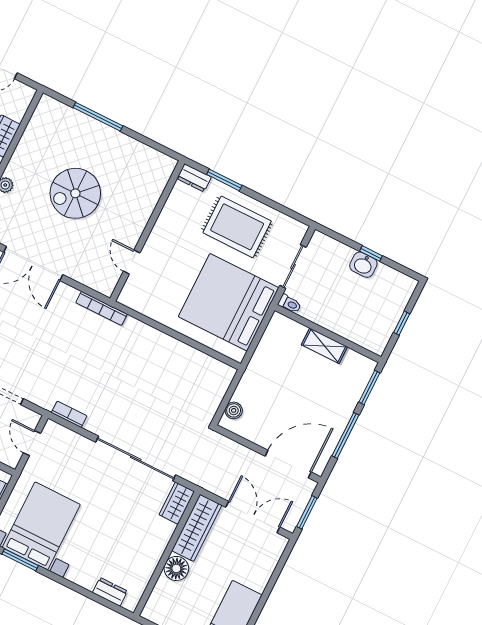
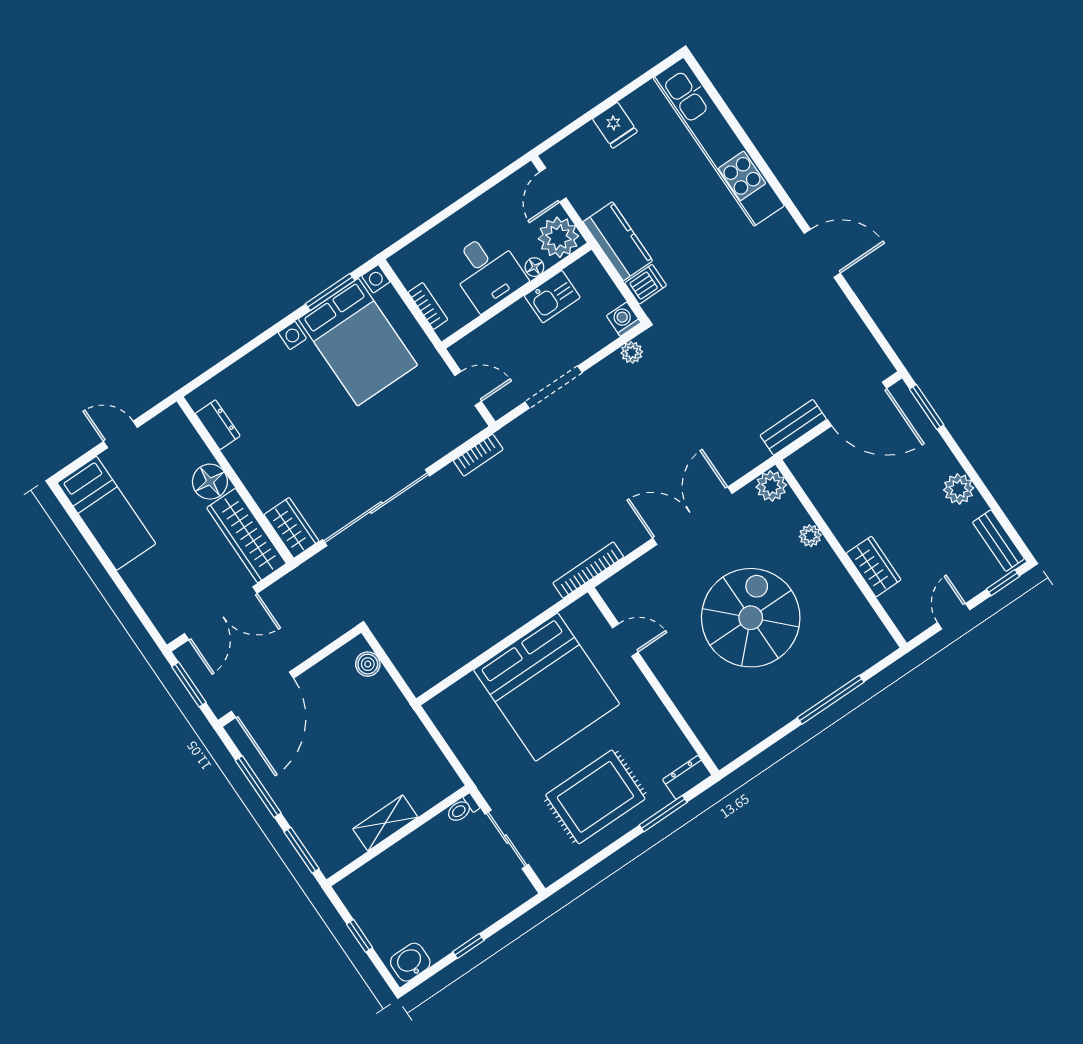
spiral stairs: (75, 193) -> (751, 618), width x1.37, depth x1.37
washbasin: (363, 265) -> (410, 962), moved
bed: (229, 302) -> (547, 687), moved, turned 90
dresser: (110, 592) -> (218, 425), moved, turned -90

